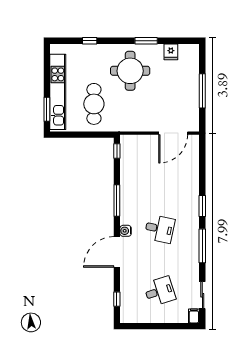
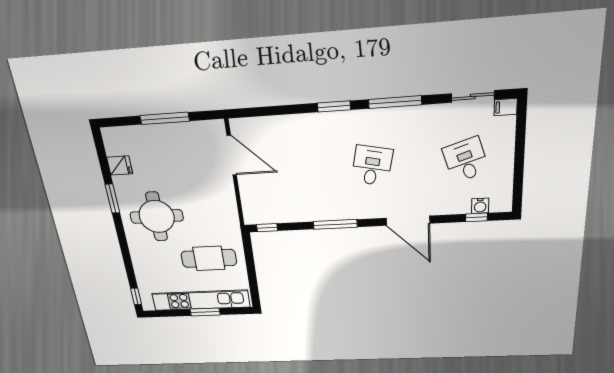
window: (90, 41) -> (136, 296), moved
window: (47, 109) -> (205, 312), moved
water cooler: (126, 231) -> (480, 206), moved

